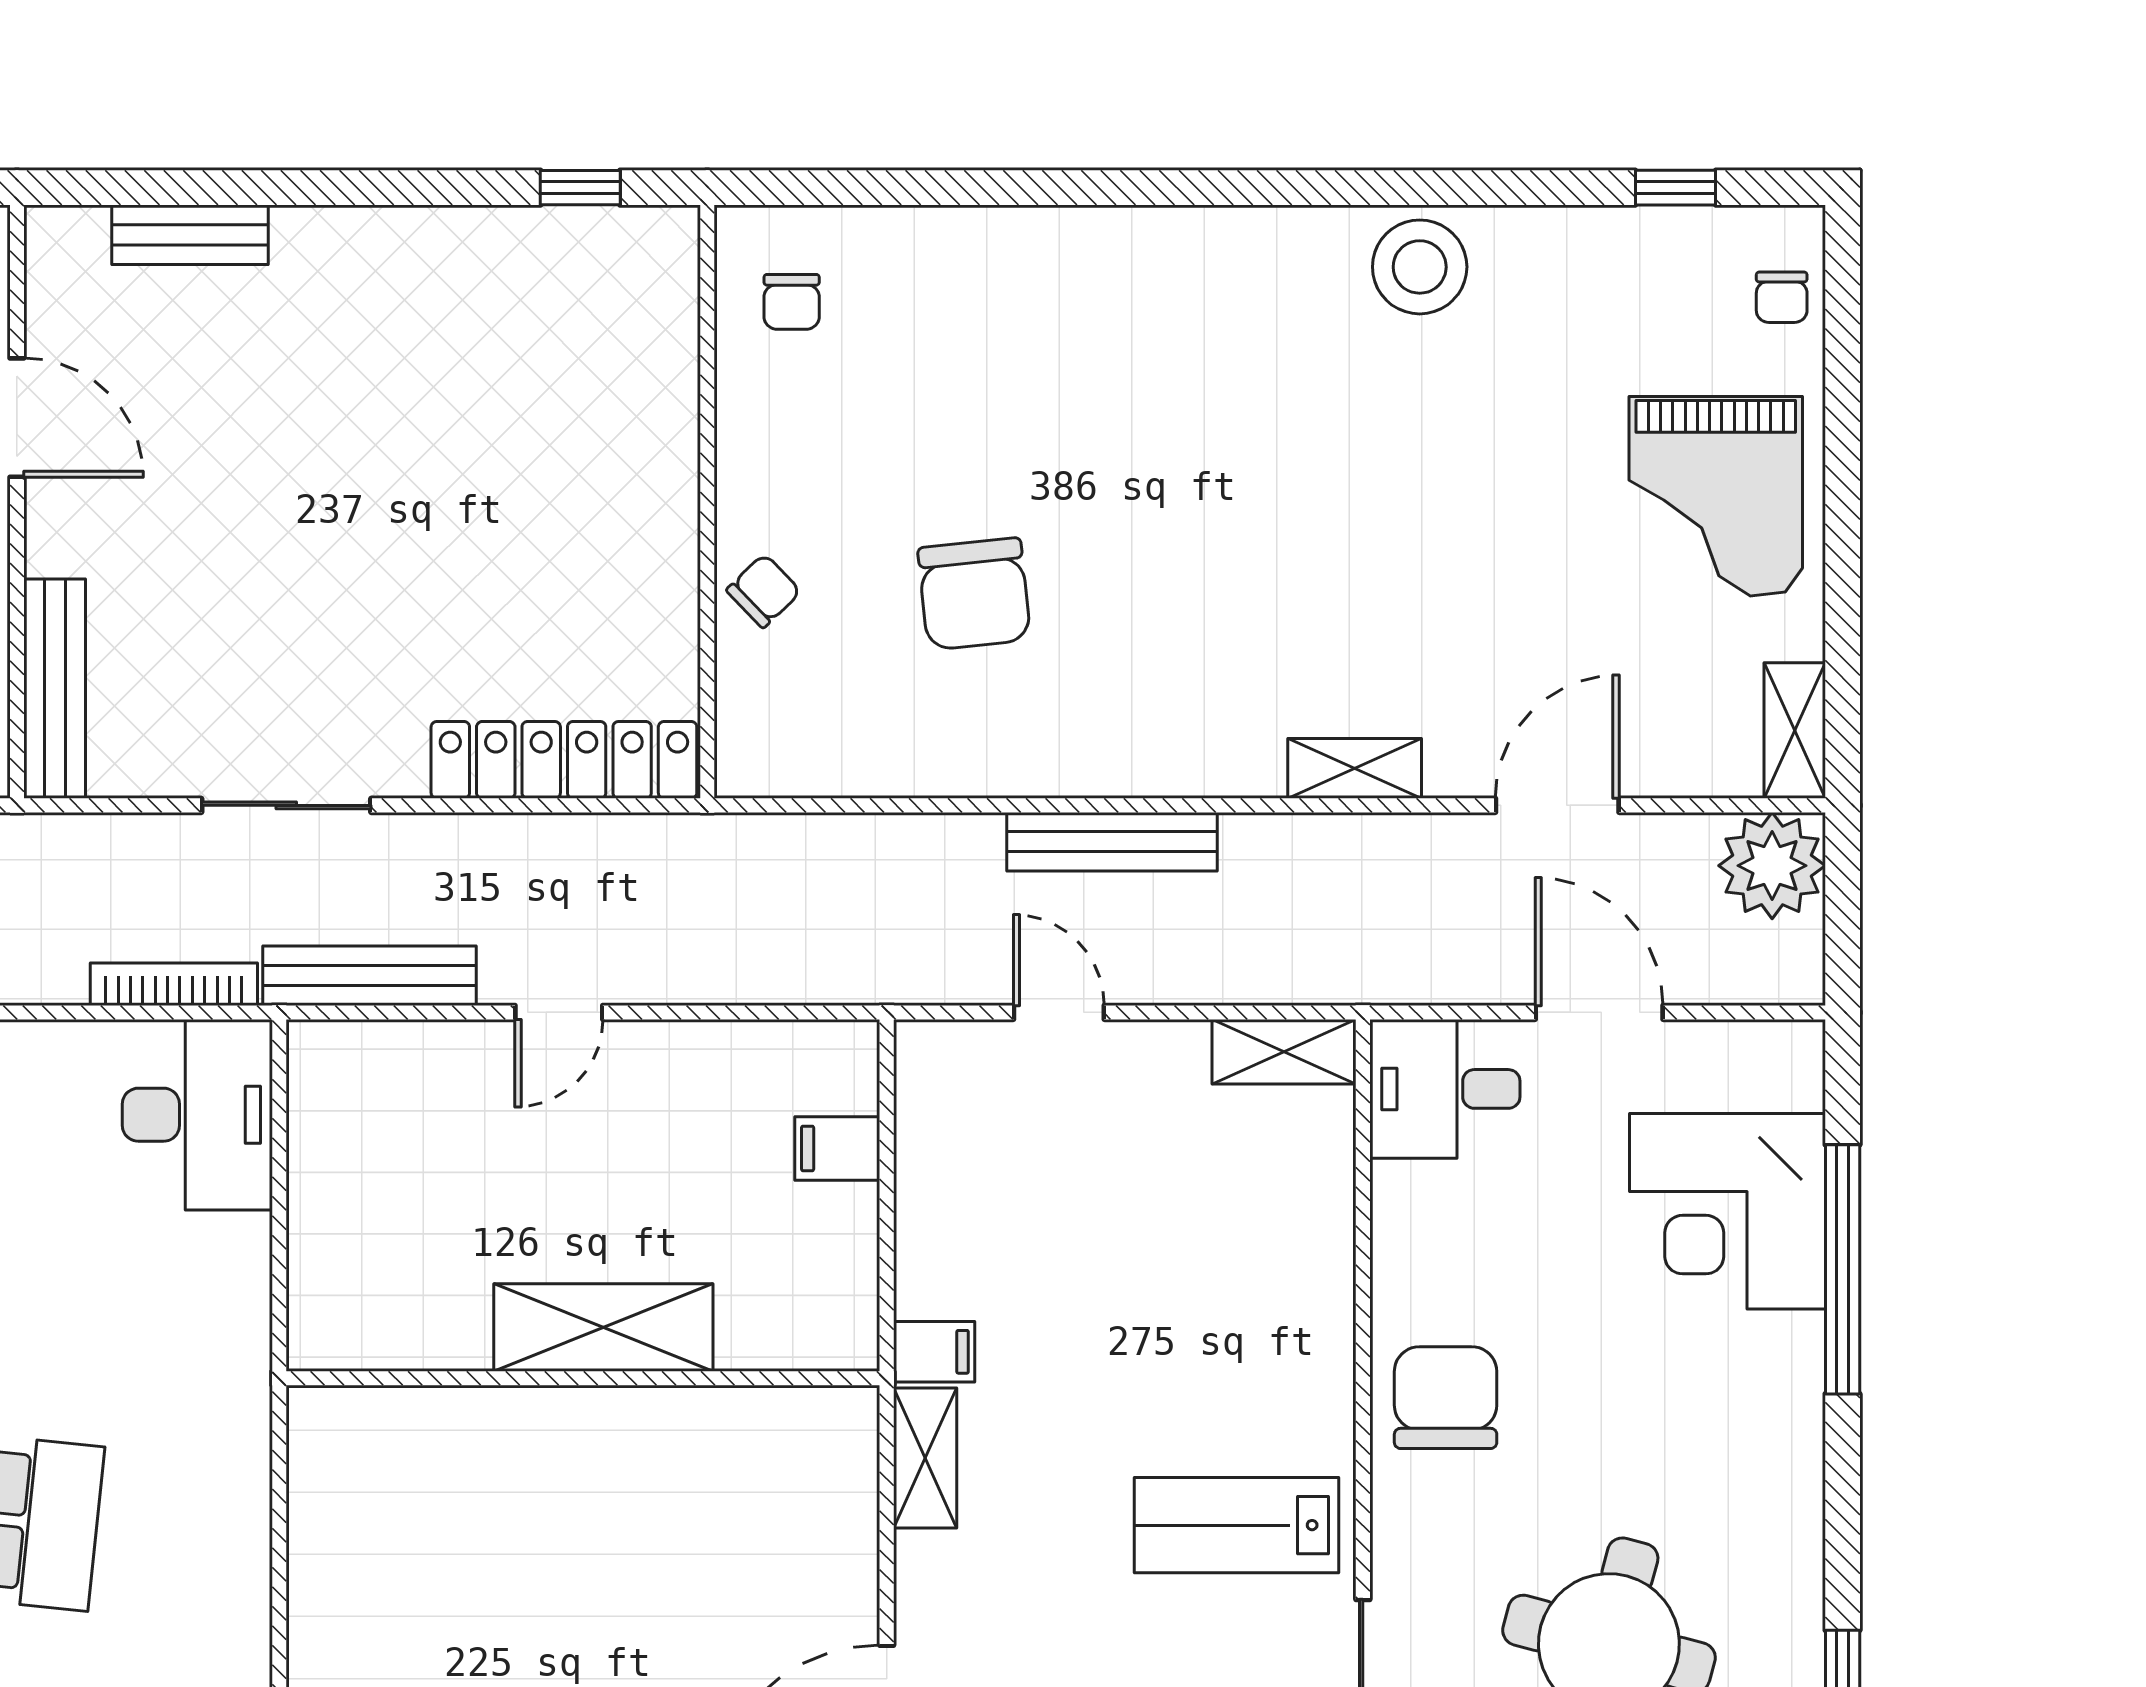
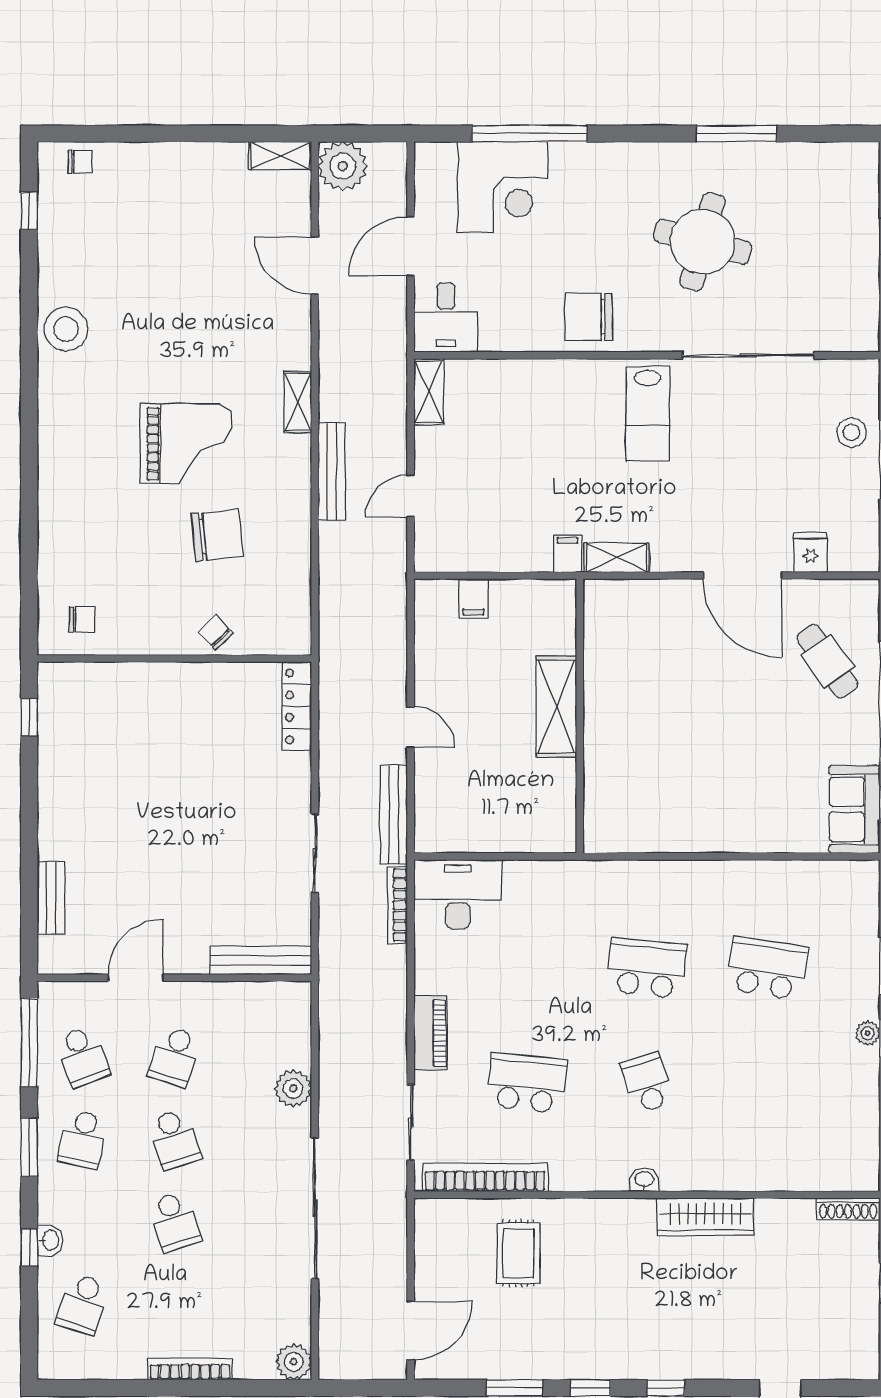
grand piano: (1716, 496) -> (186, 444), moved
locker: (564, 760) -> (297, 706), width x0.71, depth x0.83
shelving: (1355, 768) -> (298, 402), moved

